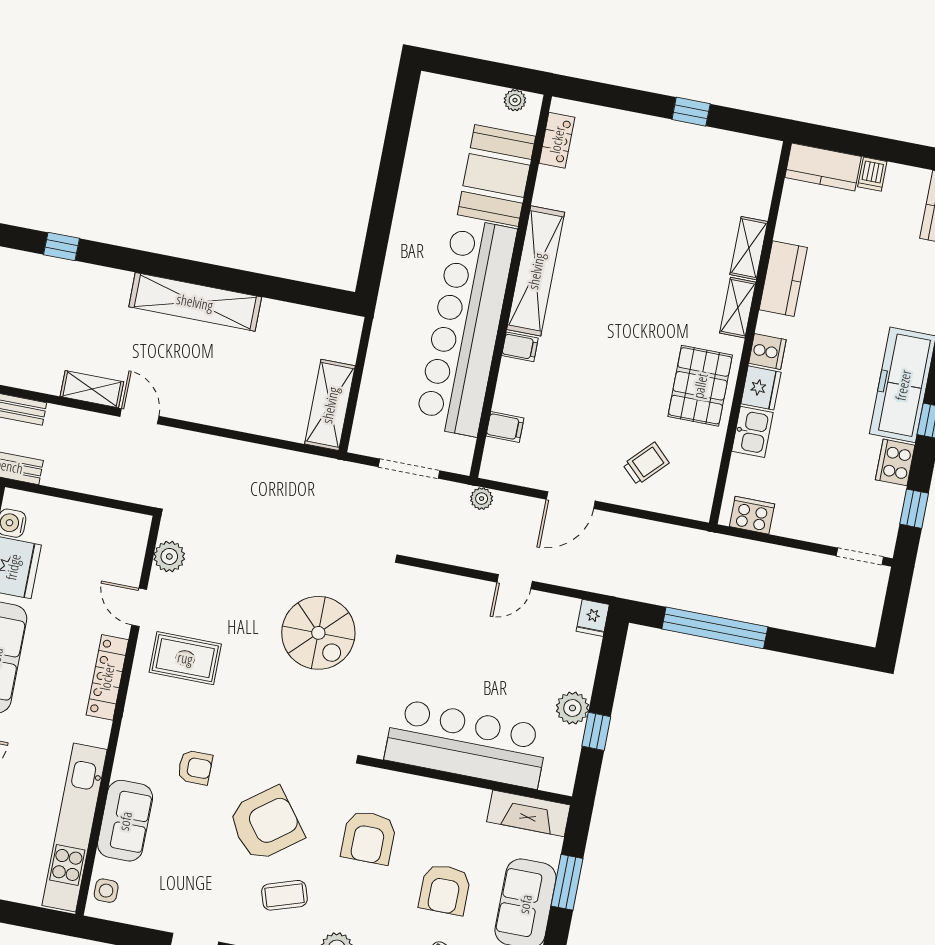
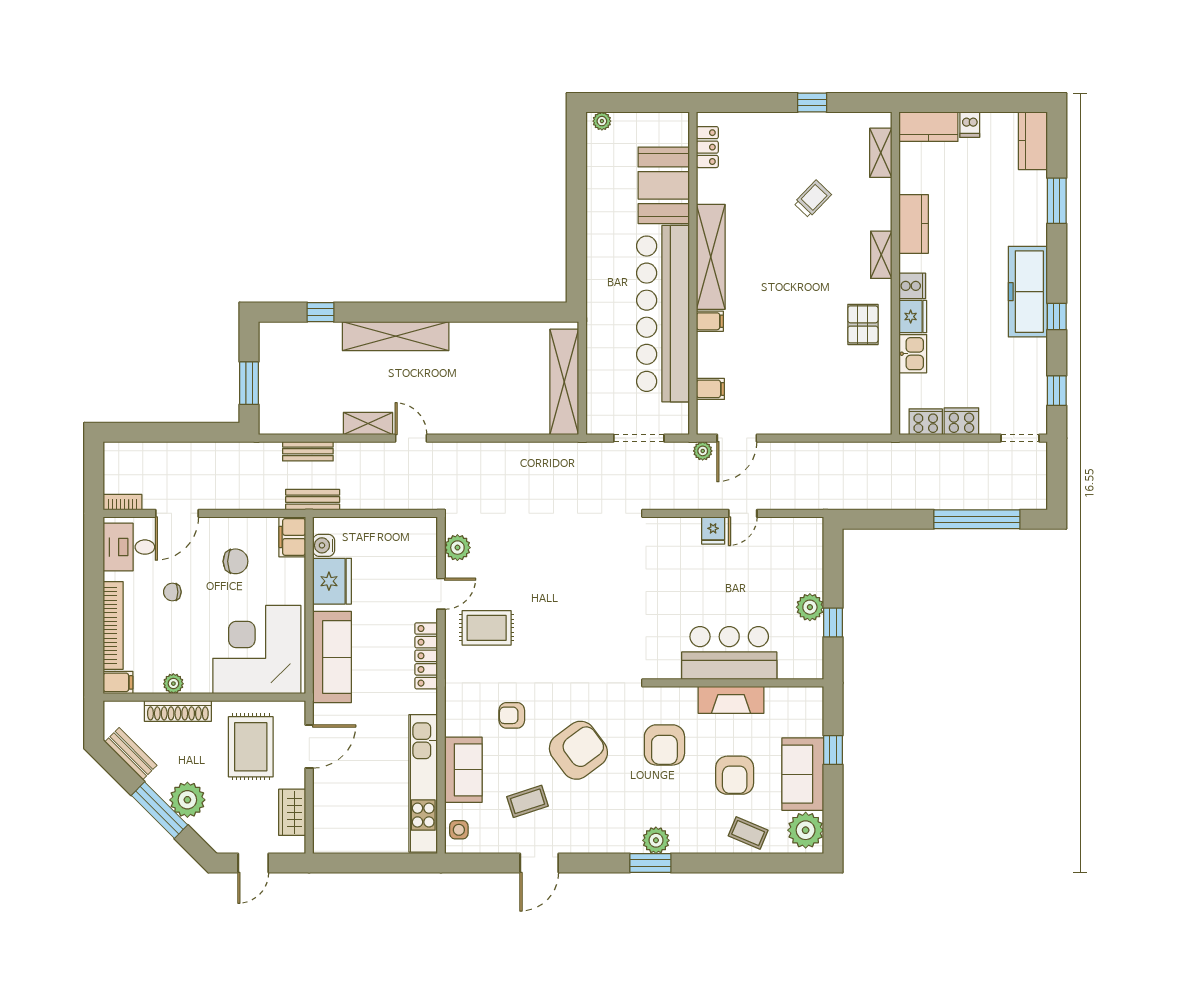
plant: (515, 100) -> (602, 121), moved
shelving: (749, 248) -> (881, 153), moved
shelving: (195, 302) -> (396, 336), moved
pallet: (700, 386) -> (863, 324), width x0.67, depth x0.71
shelving: (330, 405) -> (564, 382), width x1.47
cooker: (895, 462) -> (961, 421), moved, turned 90
trolley: (646, 464) -> (813, 199), moved
door: (571, 500) -> (737, 438), moved
door: (139, 607) -> (441, 594), swing flipped
fridge: (593, 618) -> (713, 531), moved
window: (715, 628) -> (977, 519), moved
spiral stairs: (318, 633) -> (591, 586), removed
bar counter: (466, 744) -> (729, 653), width x0.73
armchair: (195, 767) -> (512, 715), turned 180
fireplace: (528, 813) -> (731, 700), moved
window: (567, 882) -> (833, 750), width x0.67
coffee table: (284, 895) -> (528, 801), moved

